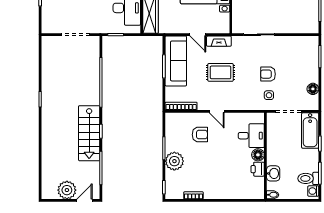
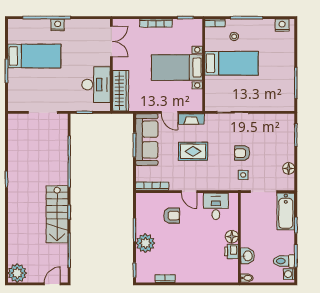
desk: (251, 136) -> (216, 206), moved, turned -90
plant: (67, 190) -> (17, 273), moved

